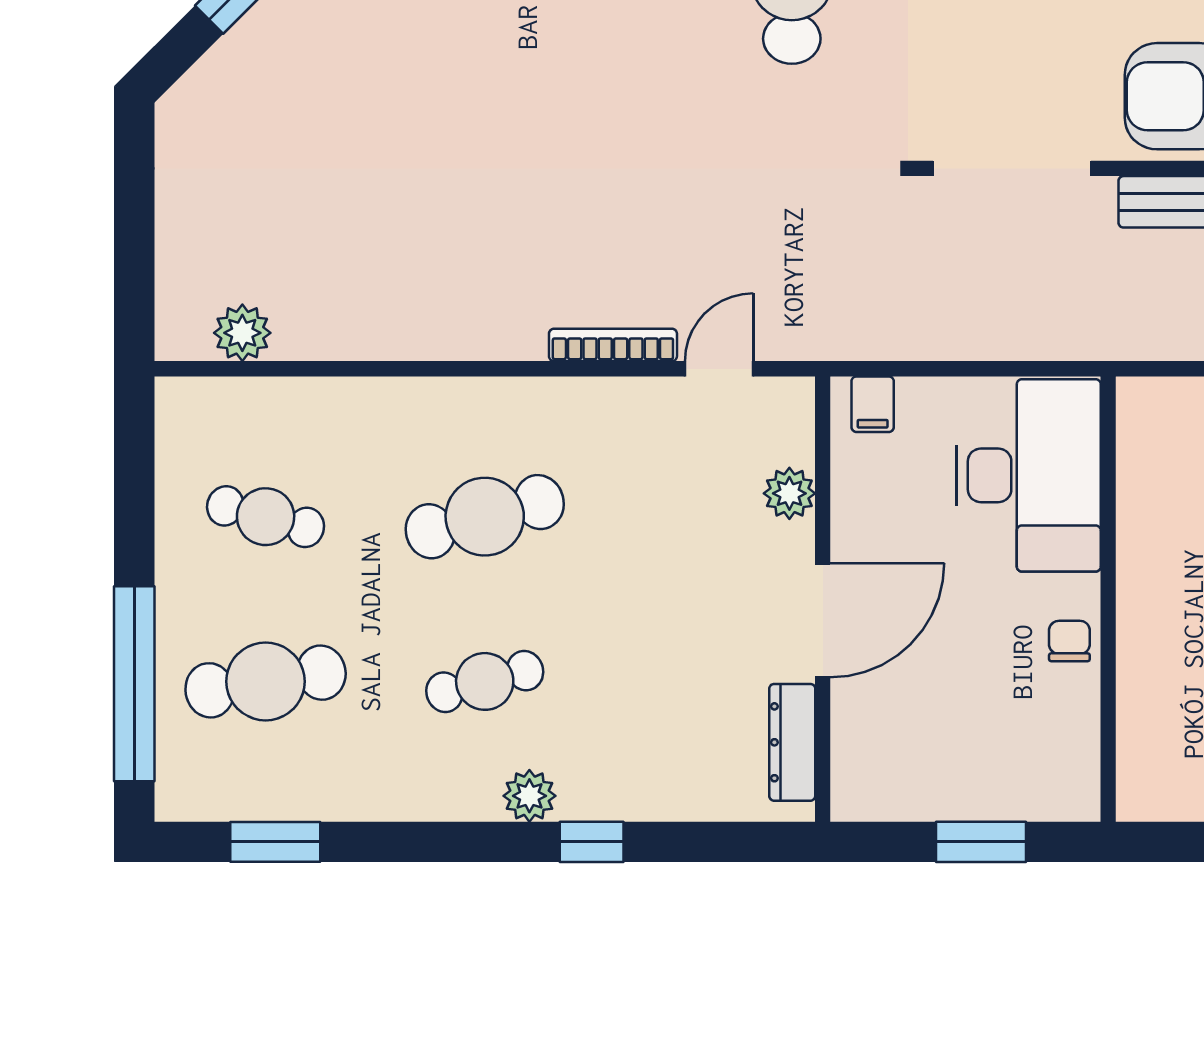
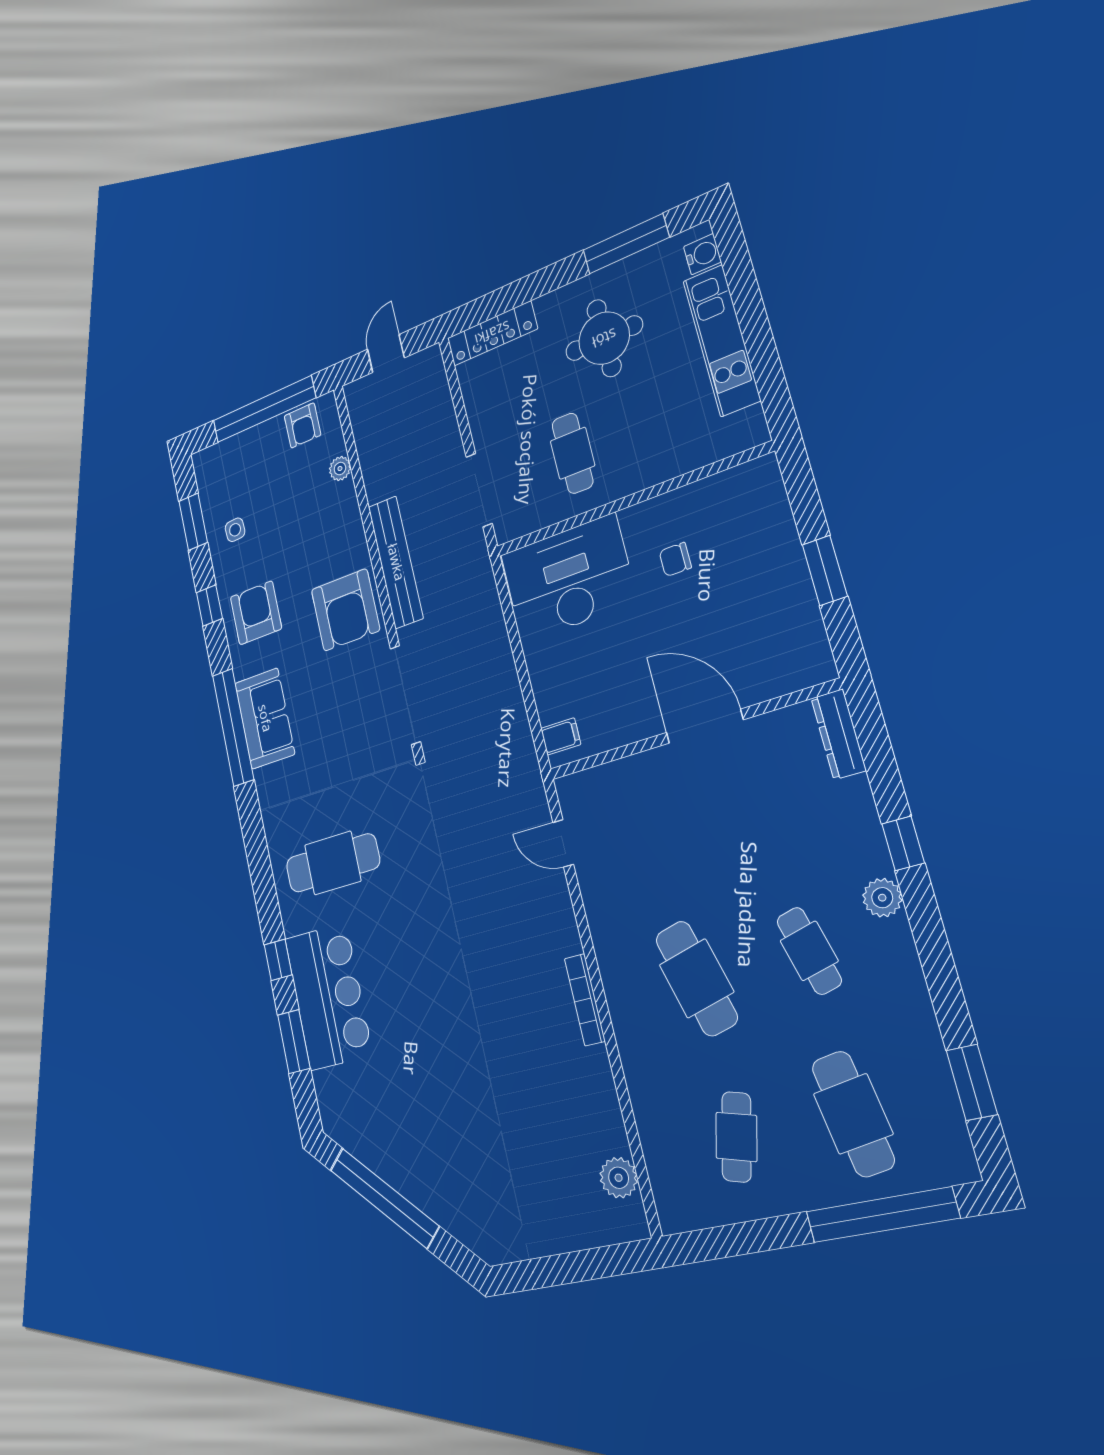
bookcase: (613, 345) -> (585, 1000), moved
desk: (1028, 475) -> (568, 578), moved
plant: (789, 493) -> (629, 774), removed
wall: (1108, 599) -> (631, 500), moved
dresser: (792, 742) -> (839, 734), moved, turned 90

